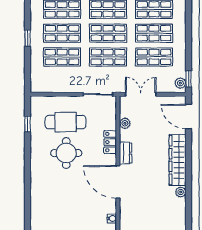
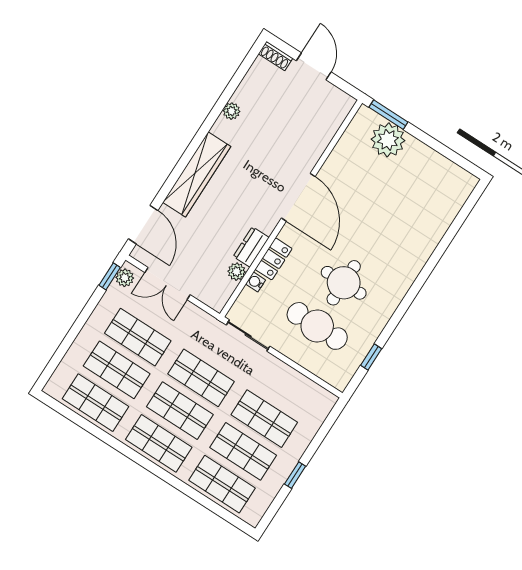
double door: (141, 94) -> (167, 284), moved
dresser: (126, 153) -> (251, 247), moved
plant: (181, 192) -> (231, 111), moved
water cooler: (112, 218) -> (255, 282), moved

